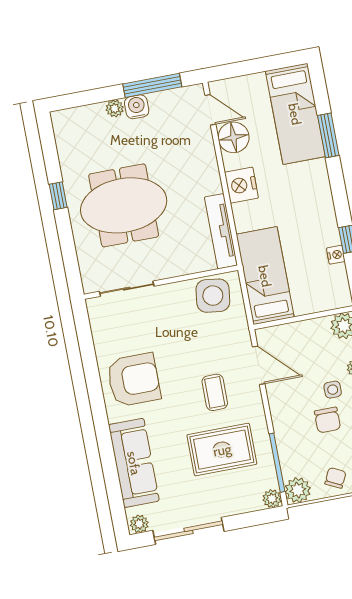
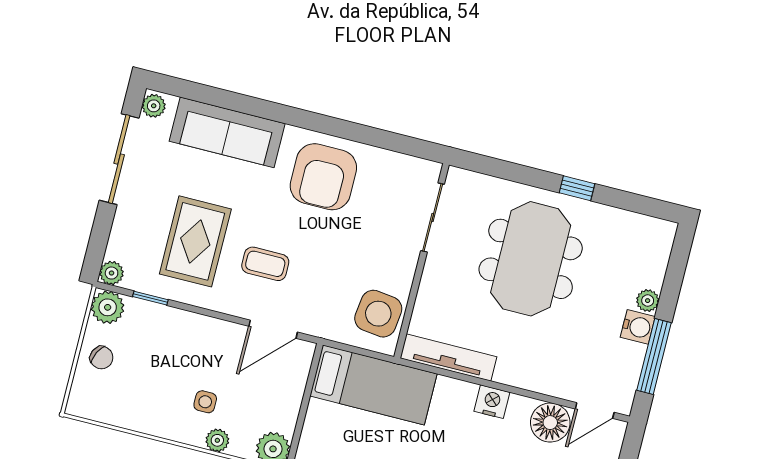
nightstand: (241, 185) -> (492, 402), width x0.74, depth x0.75
chair: (327, 420) -> (173, 379), removed
window: (277, 463) -> (150, 298), width x0.46

